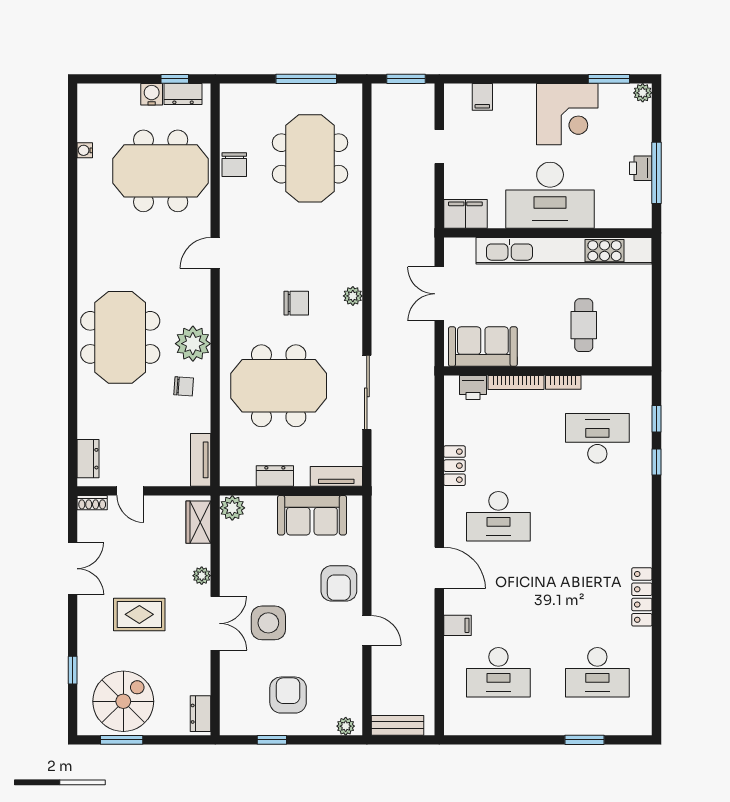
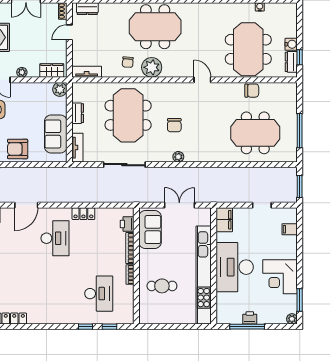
chair: (234, 165) -> (252, 91), turned 180
desk: (498, 516) -> (55, 238), turned 180

